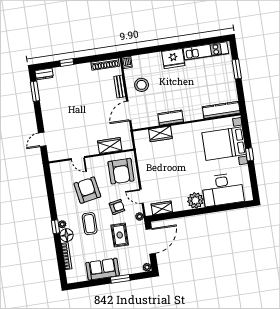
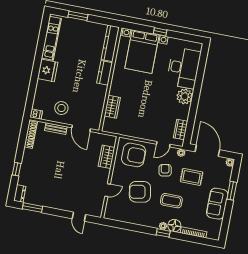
kitchen counter: (171, 118) -> (105, 73), moved

